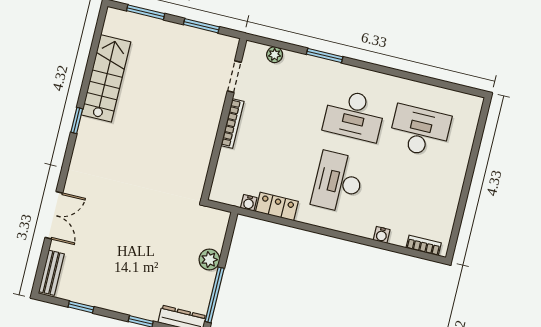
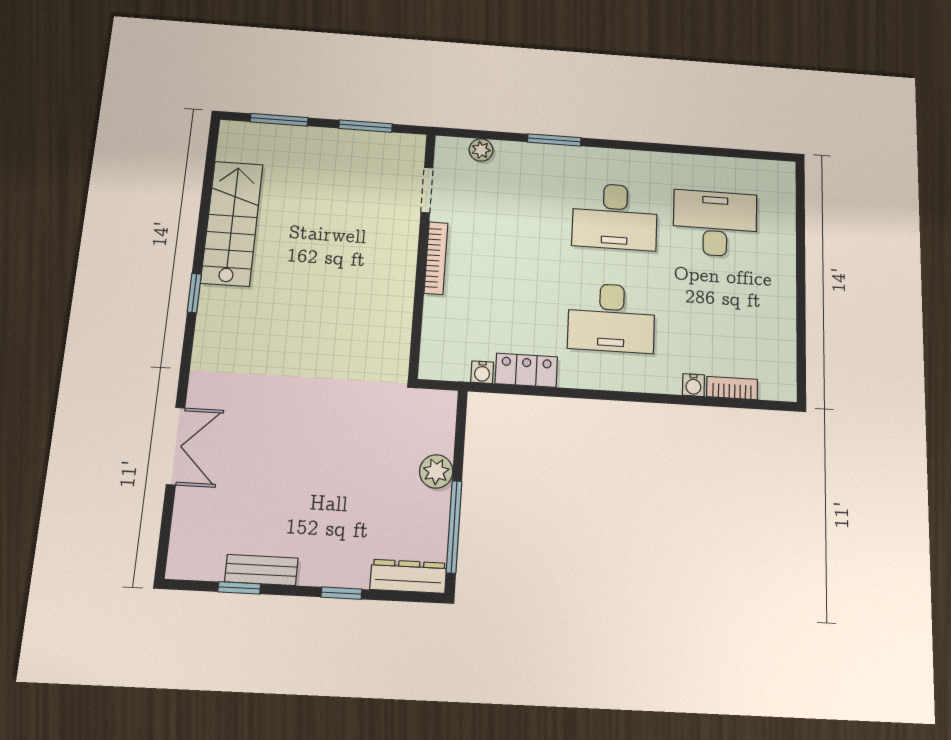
desk: (338, 182) -> (611, 318), turned -90
bookcase: (424, 245) -> (732, 388), moved
bench: (51, 273) -> (261, 570), moved, turned 90

